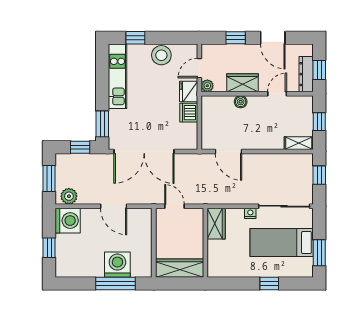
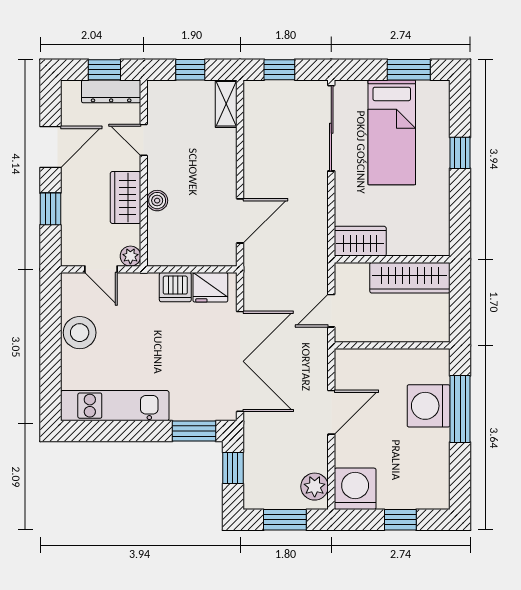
window: (135, 38) -> (50, 376), removed
fridge: (189, 92) -> (210, 287), moved
nightstand: (250, 213) -> (343, 184), removed
wardrobe: (180, 268) -> (410, 278), moved, turned -90

